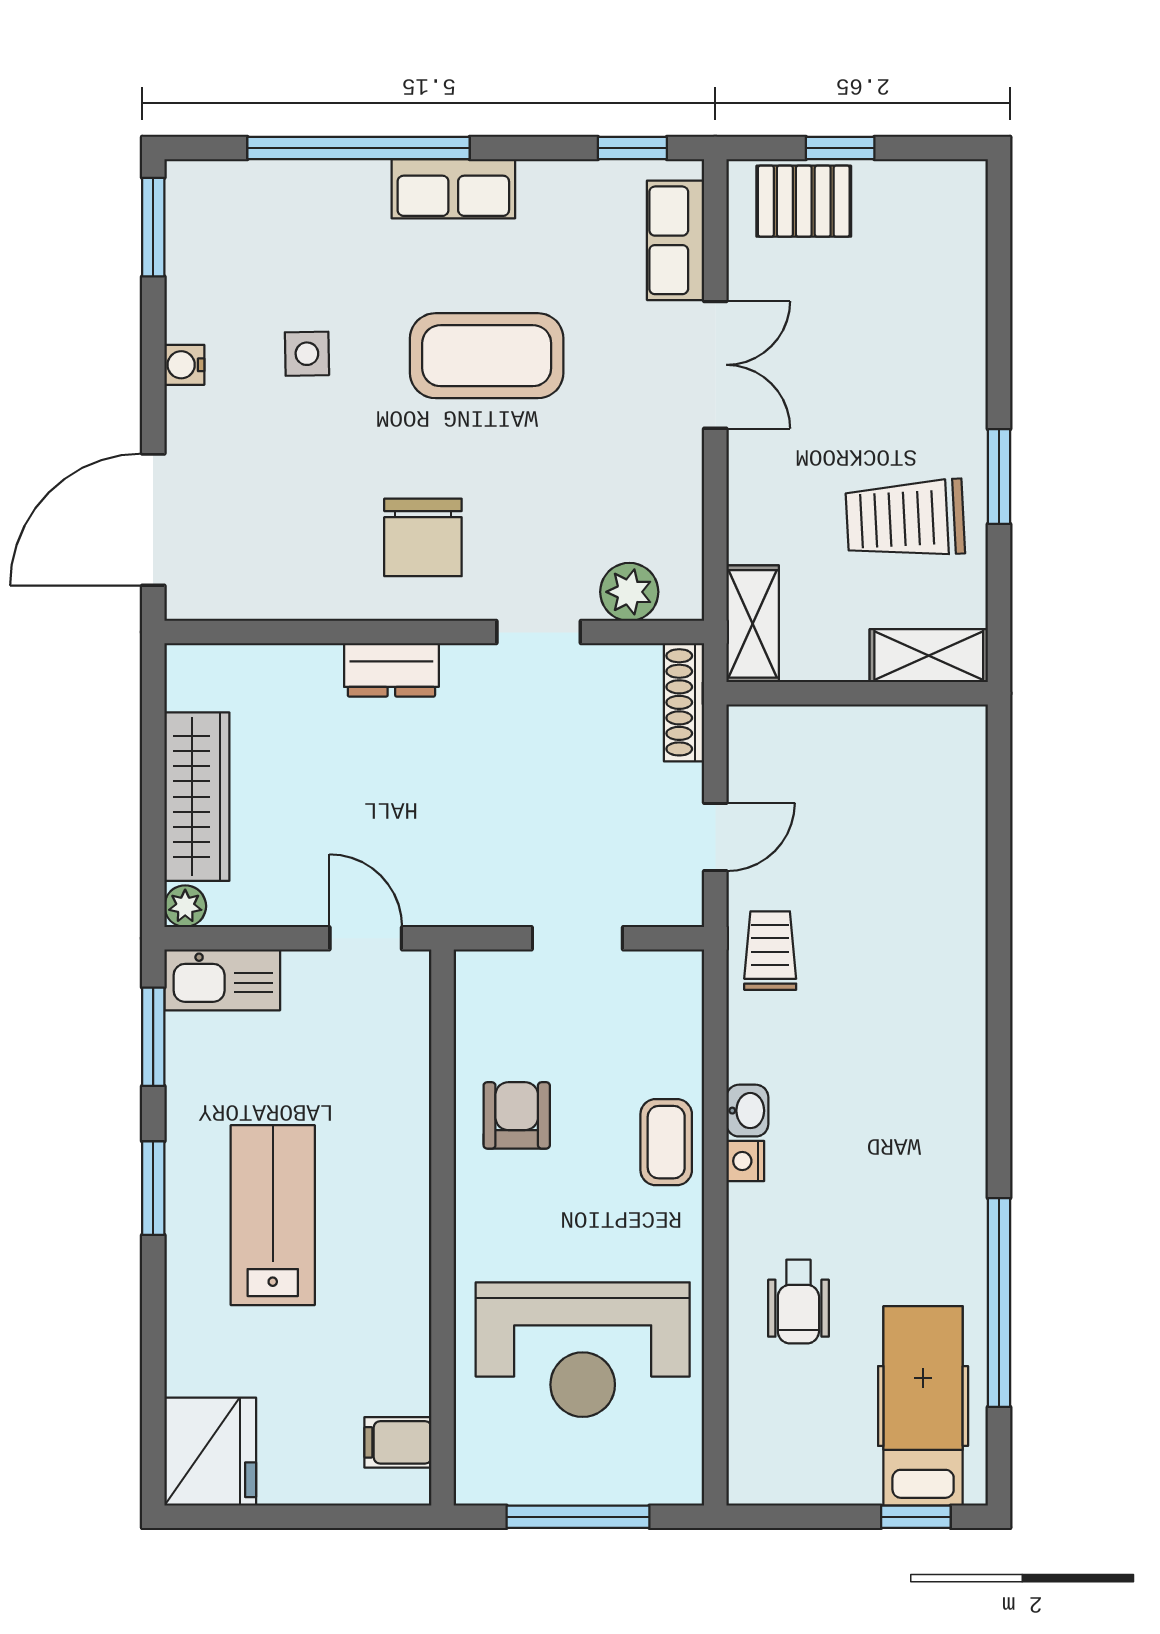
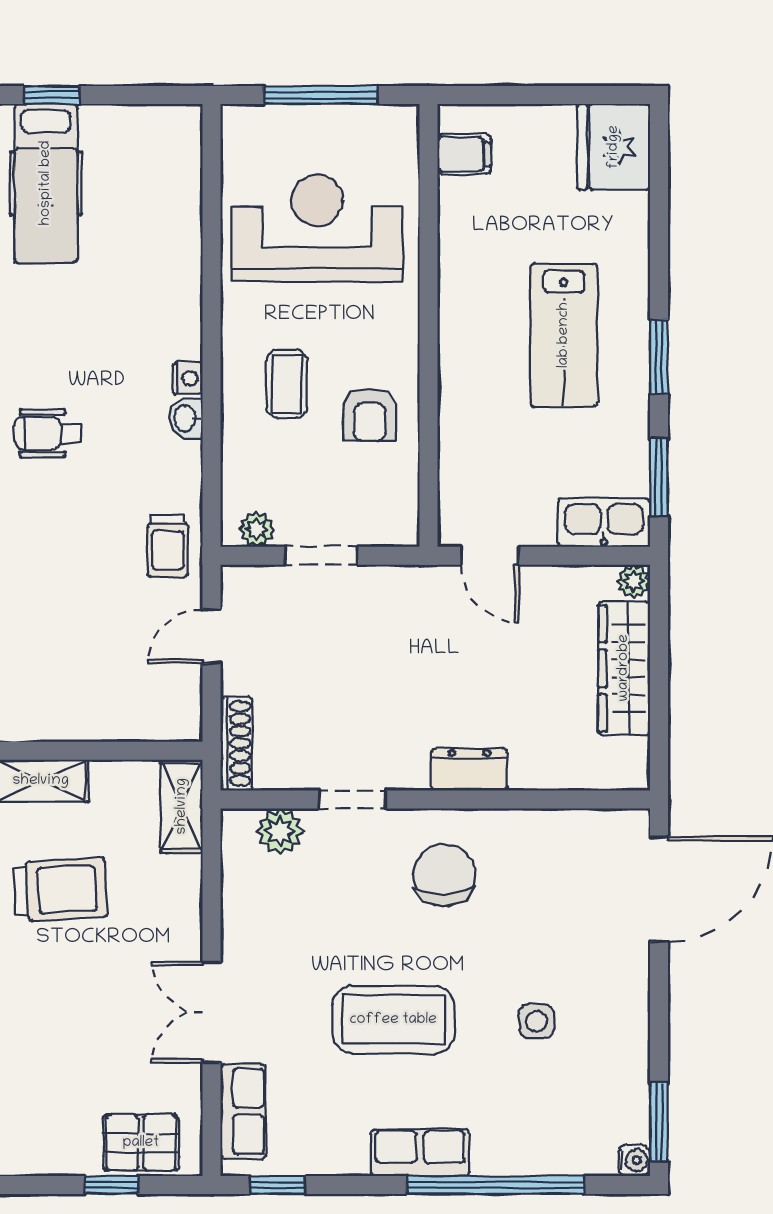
water cooler: (184, 365) -> (634, 1160), moved
plant: (658, 971) -> (257, 529), added
coffee table: (666, 1142) -> (287, 384), moved
wheelchair: (798, 1302) -> (48, 433), moved, turned -90

